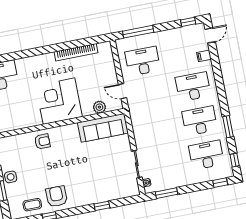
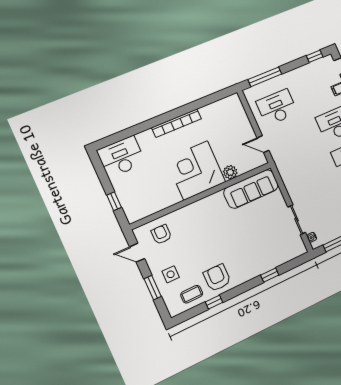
bookcase: (76, 52) -> (177, 123), moved
plant: (99, 107) -> (230, 172), moved
armchair: (42, 141) -> (161, 234), moved, turned -90
side table: (11, 177) -> (171, 274), moved

